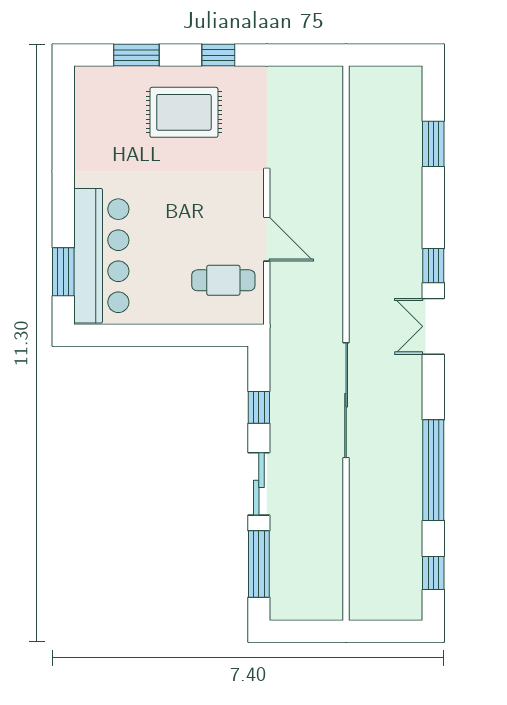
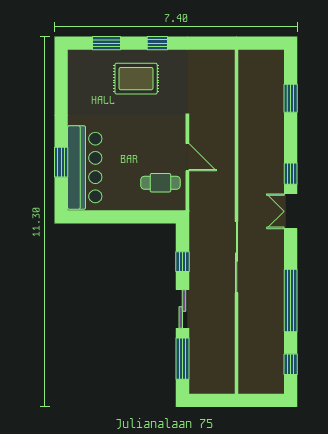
window: (63, 272) -> (61, 162), moved

